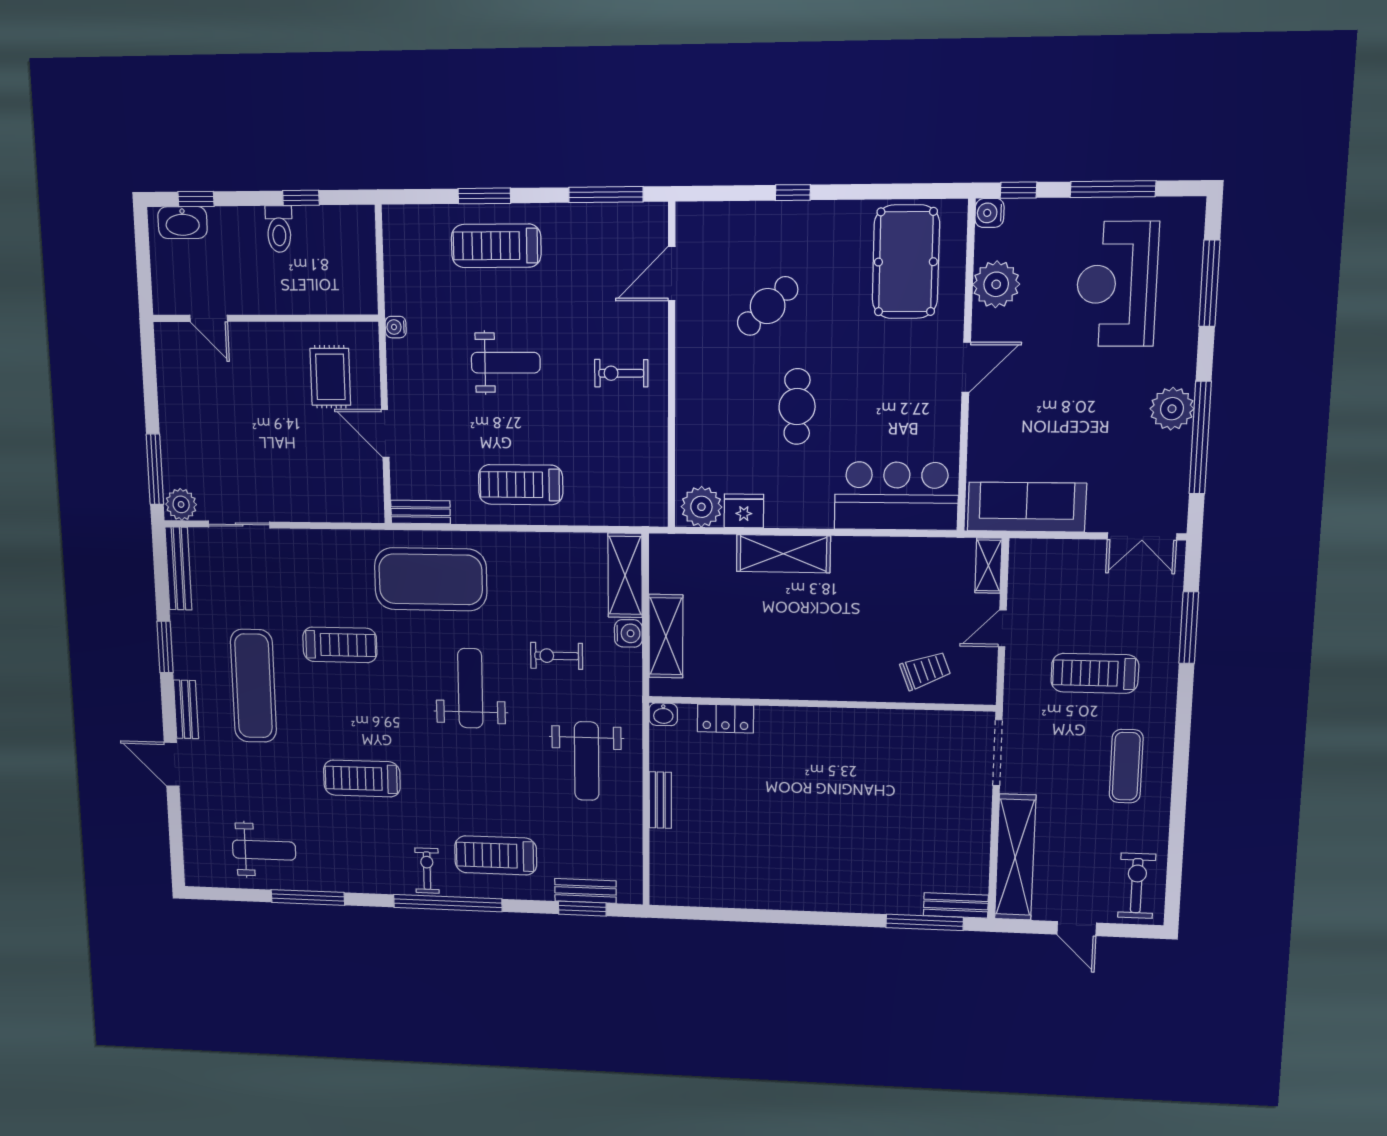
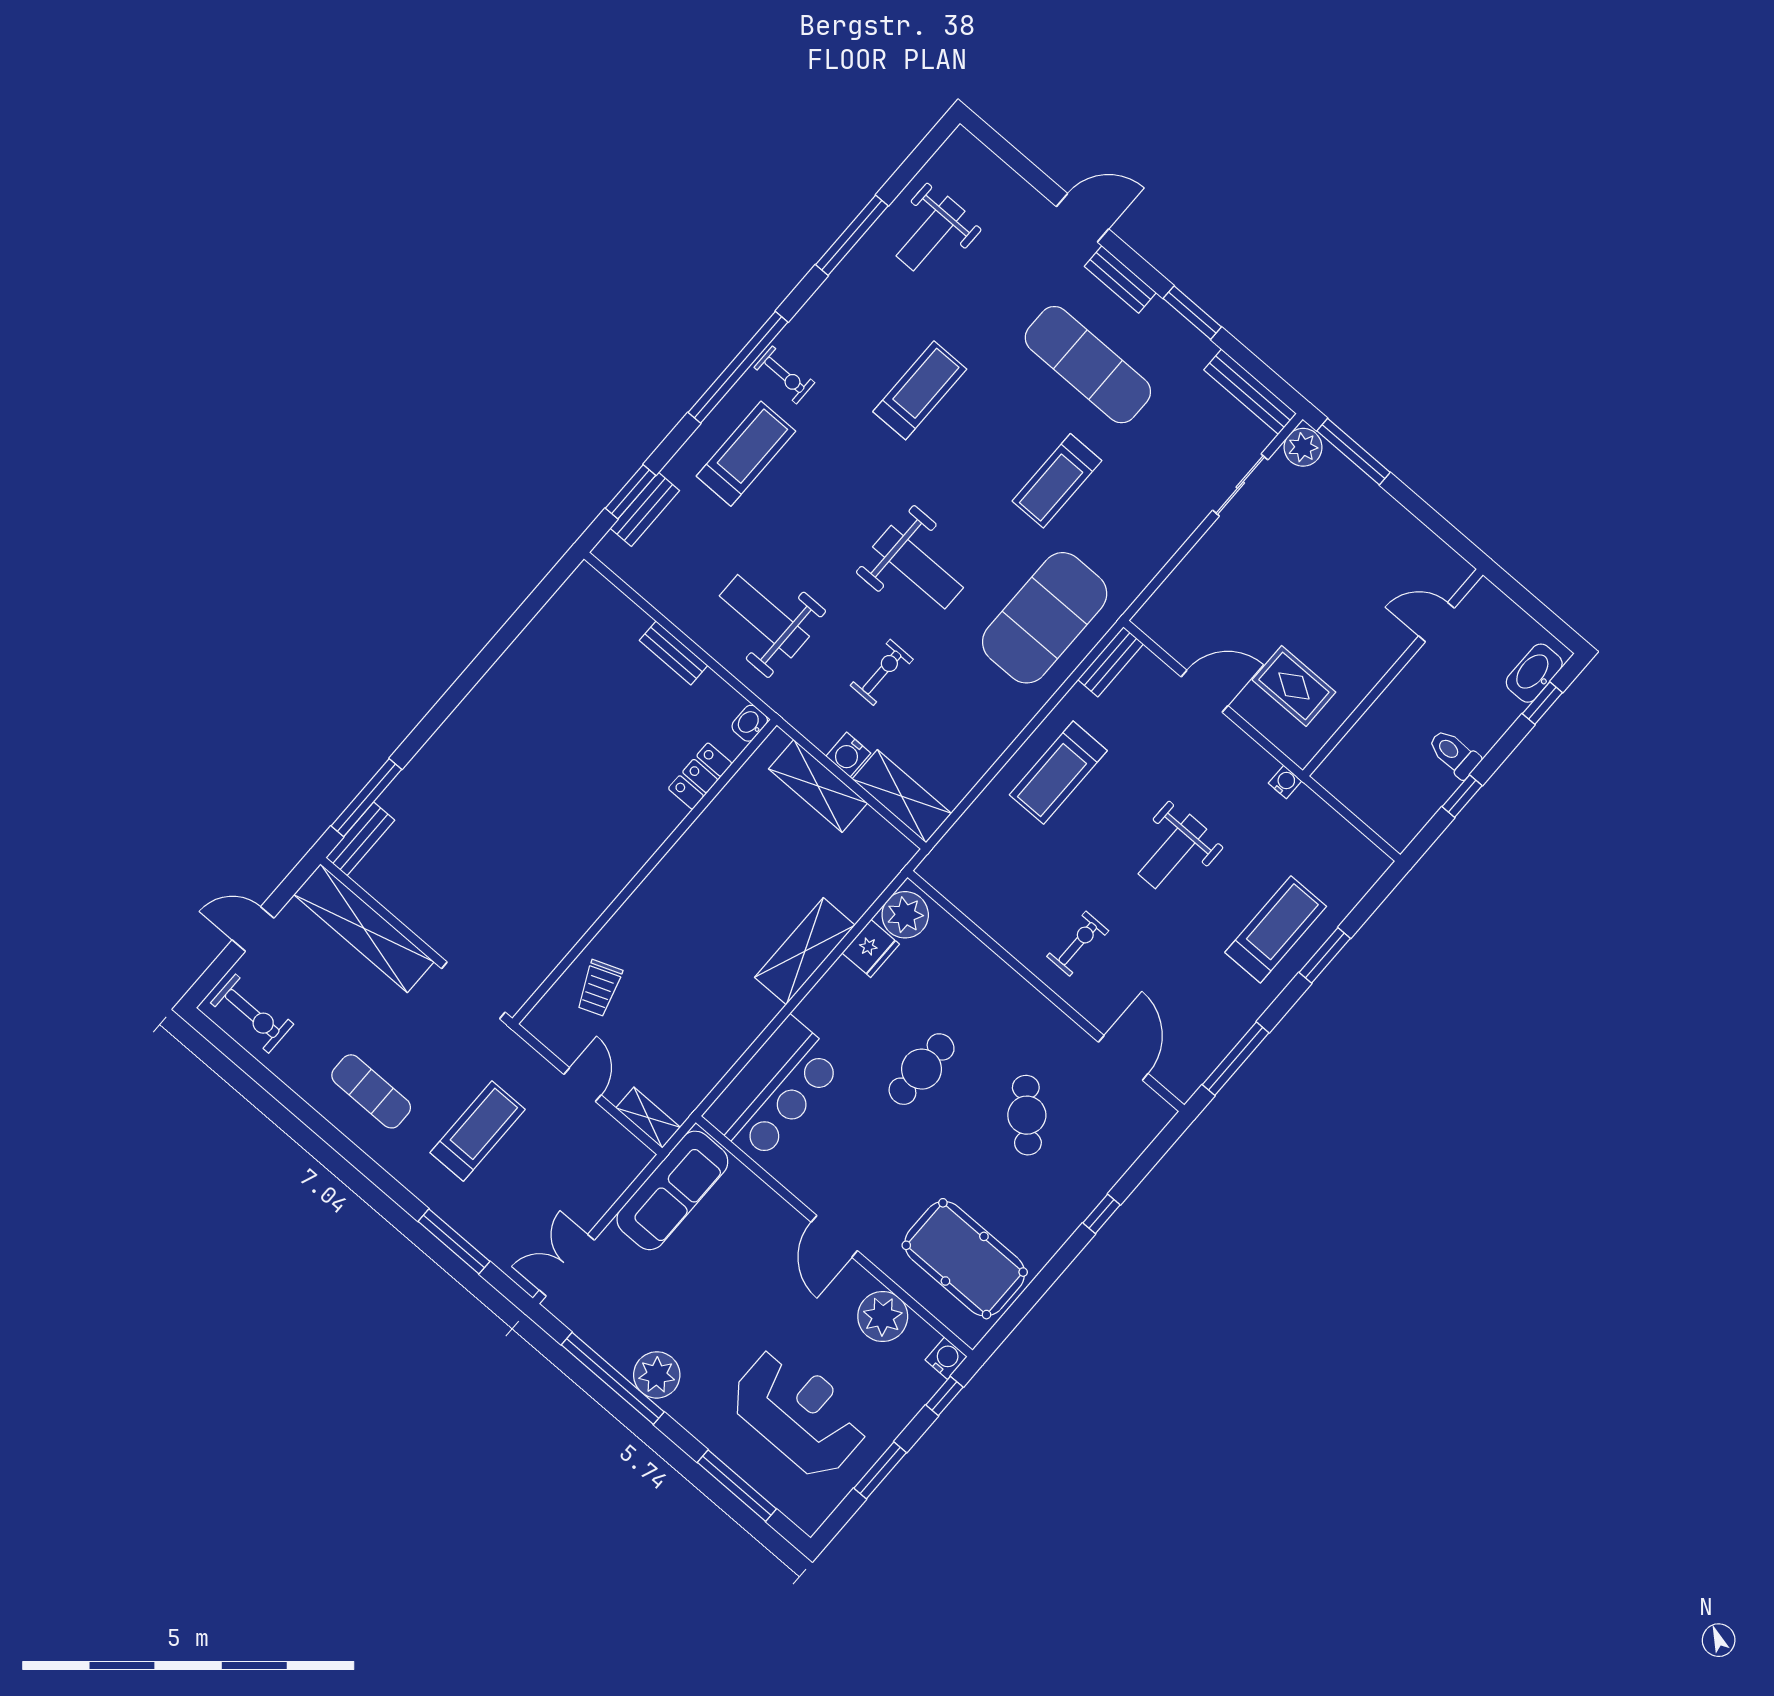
window: (1113, 189) -> (880, 1470), width x0.69
cafe table: (797, 407) -> (922, 1069), turned 90
treadmill: (521, 485) -> (1058, 773), turned 180

